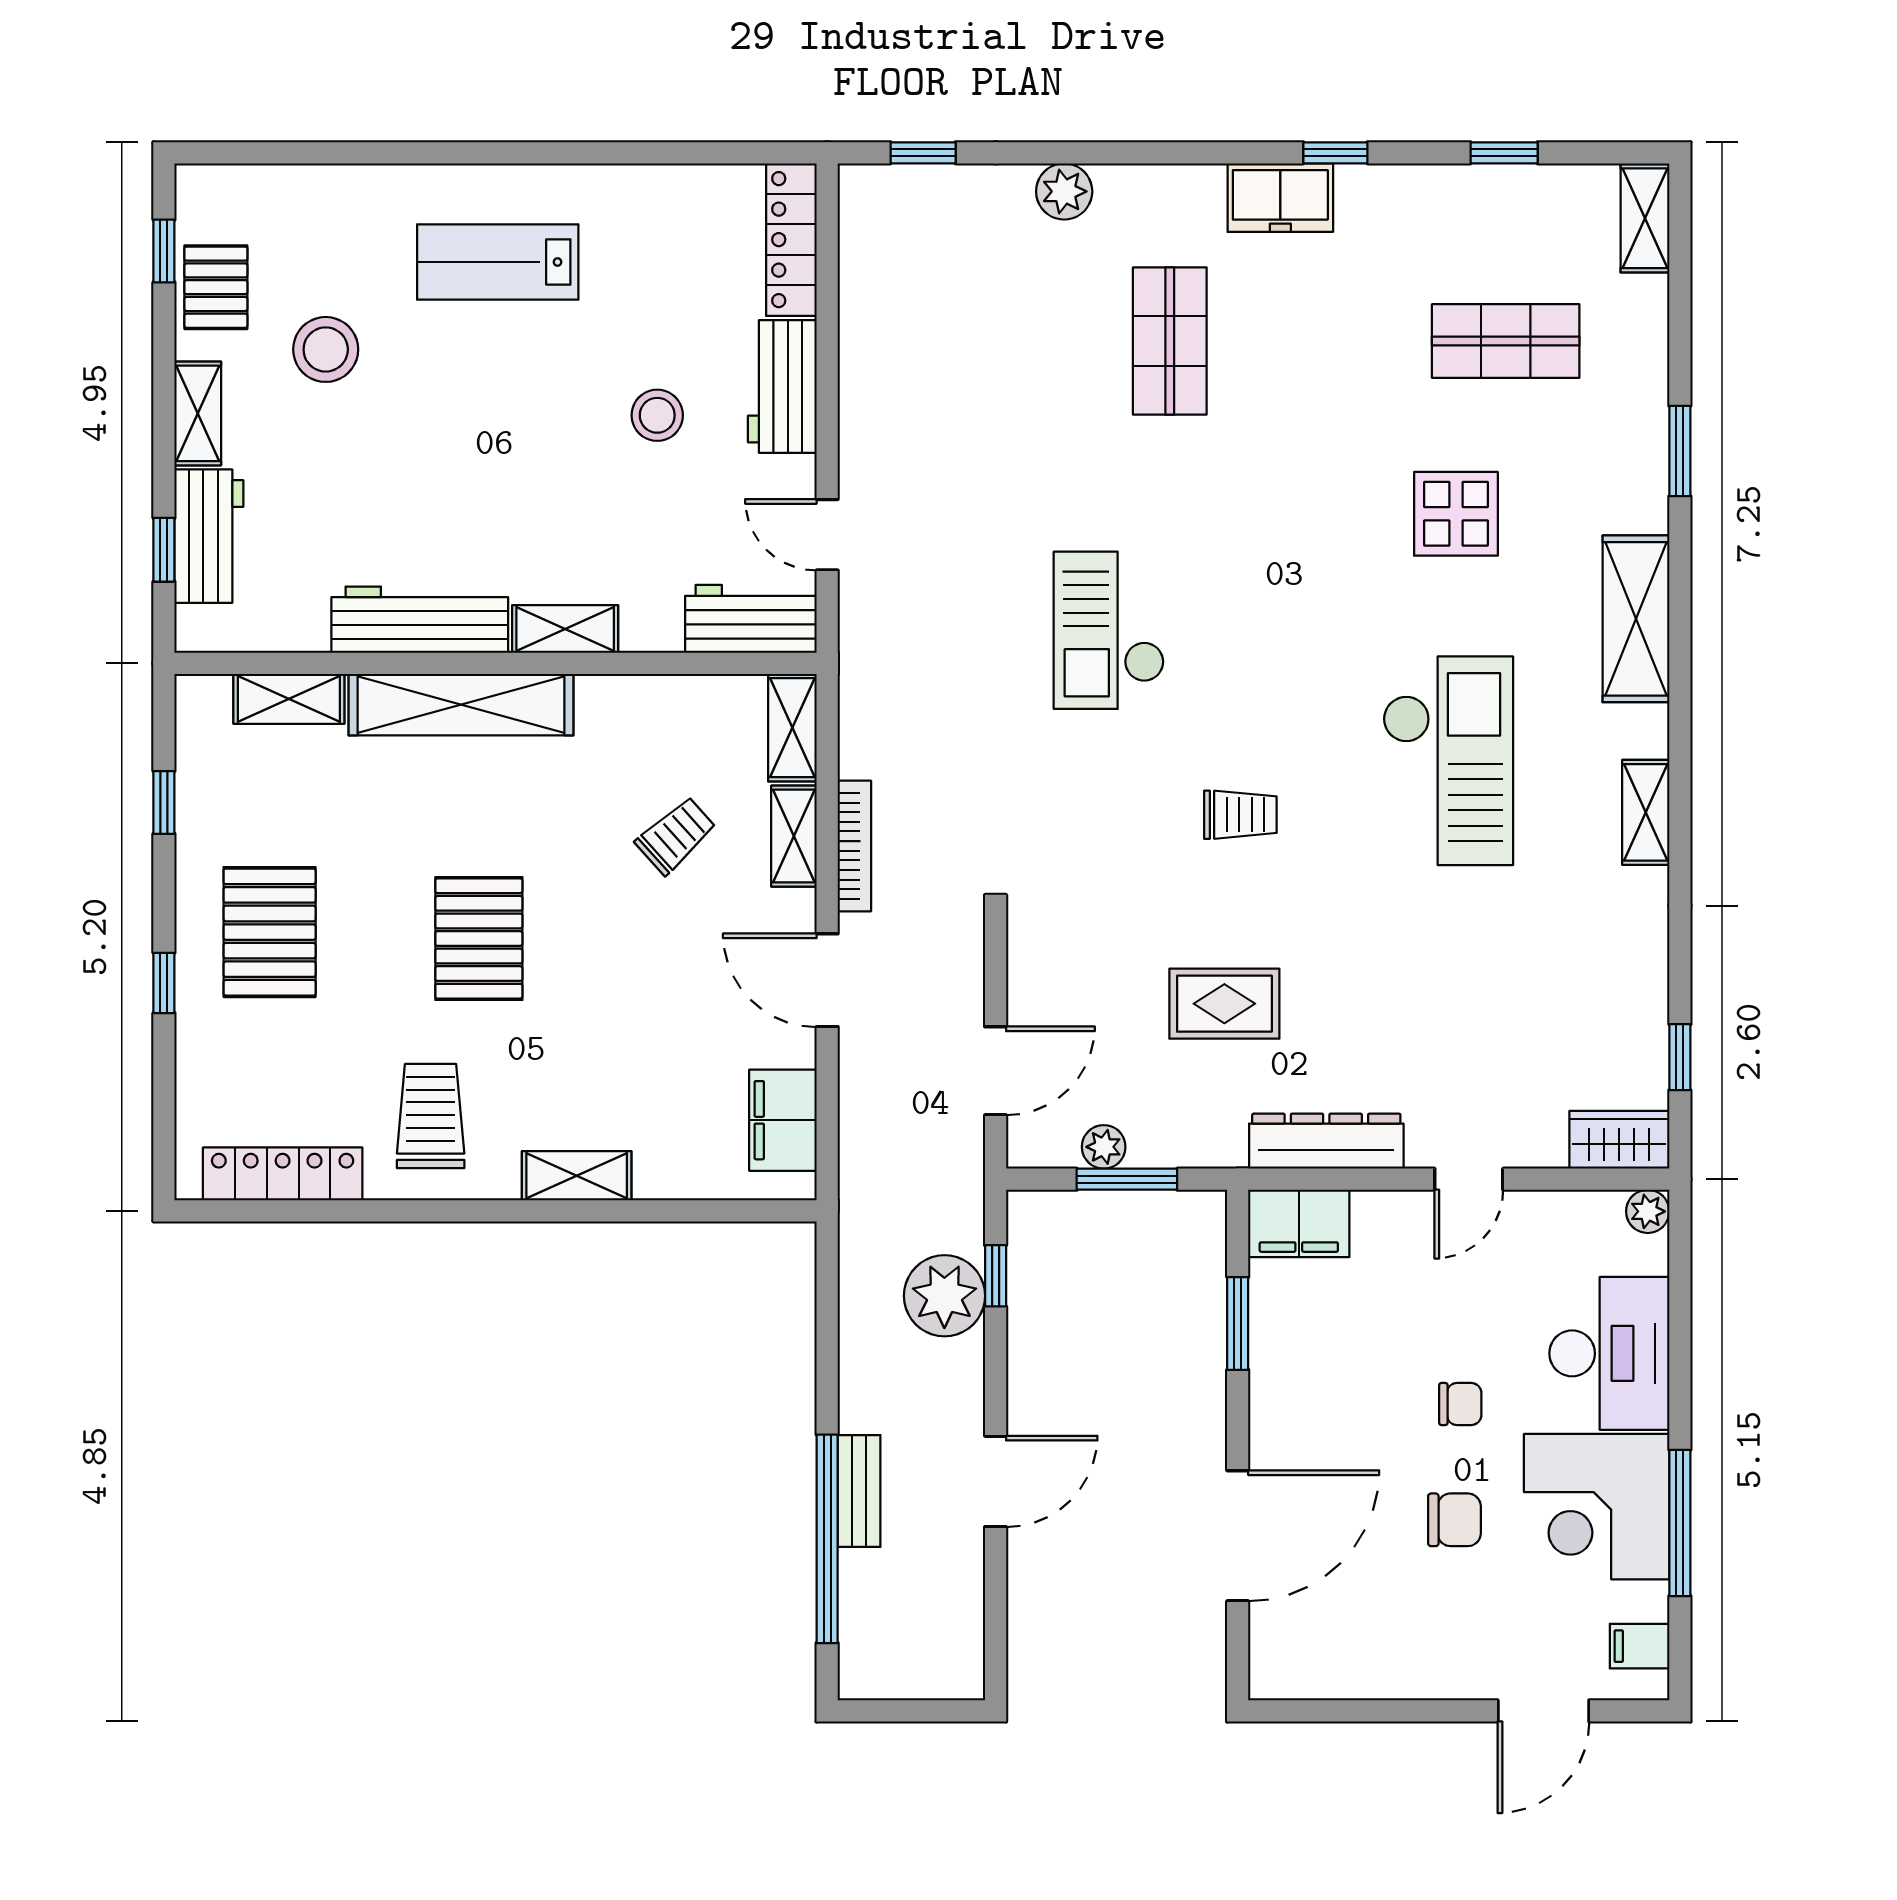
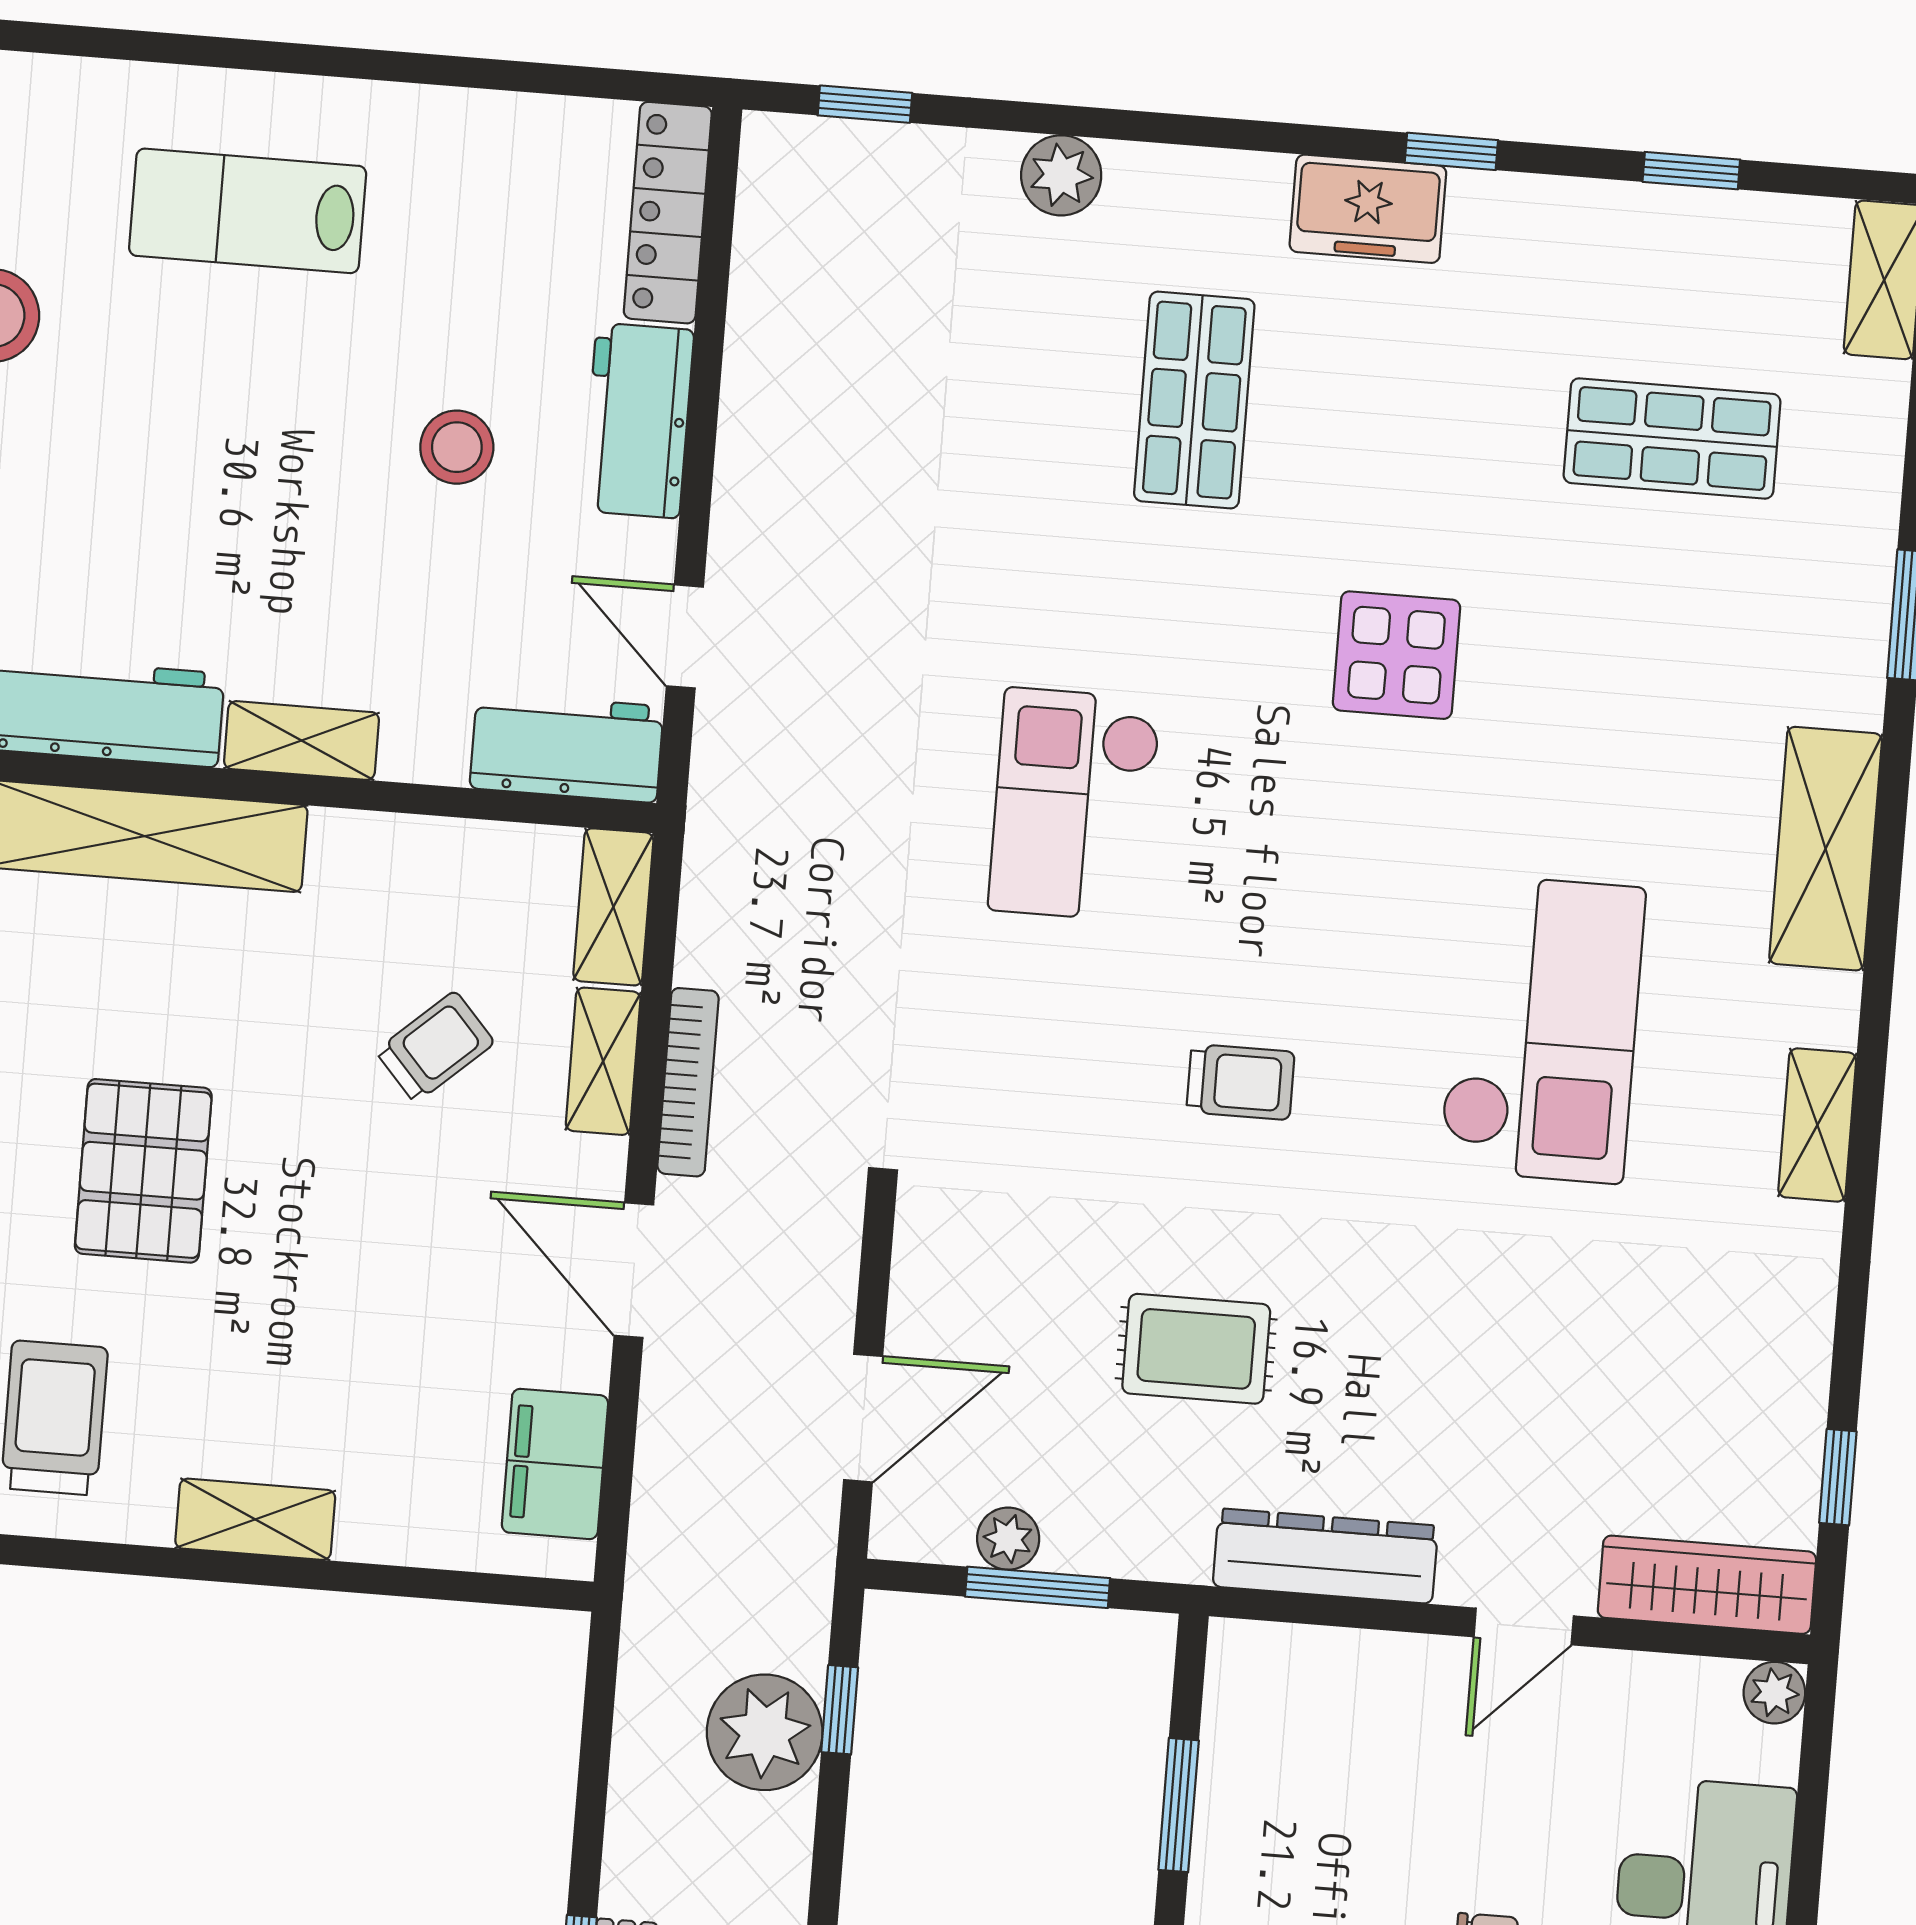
display table: (1456, 514) -> (1396, 655), moved
wardrobe: (1619, 1140) -> (1707, 1585), width x1.50
filing cabinet: (1299, 1223) -> (1277, 1670), removed

